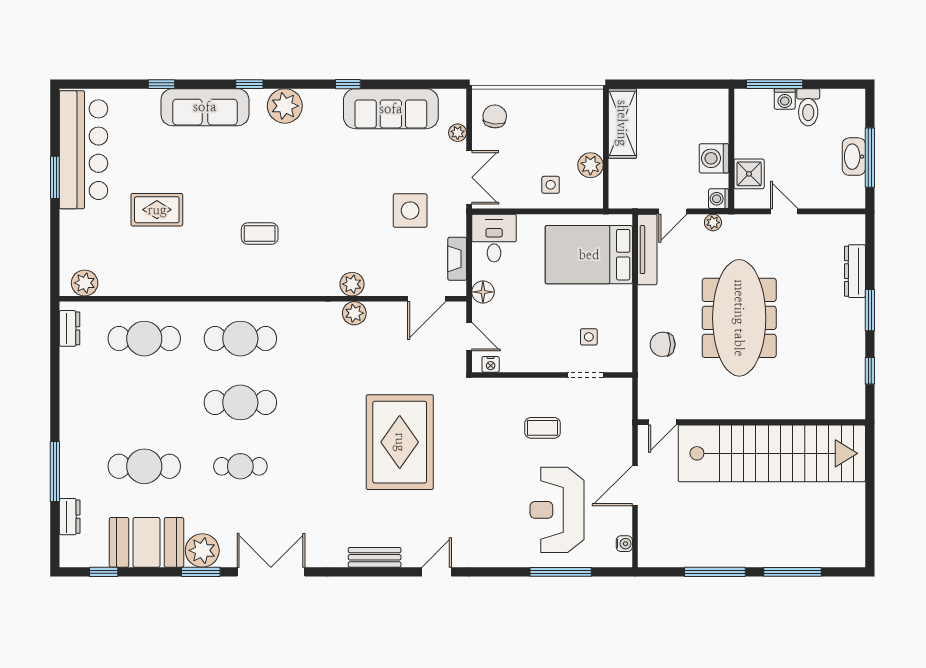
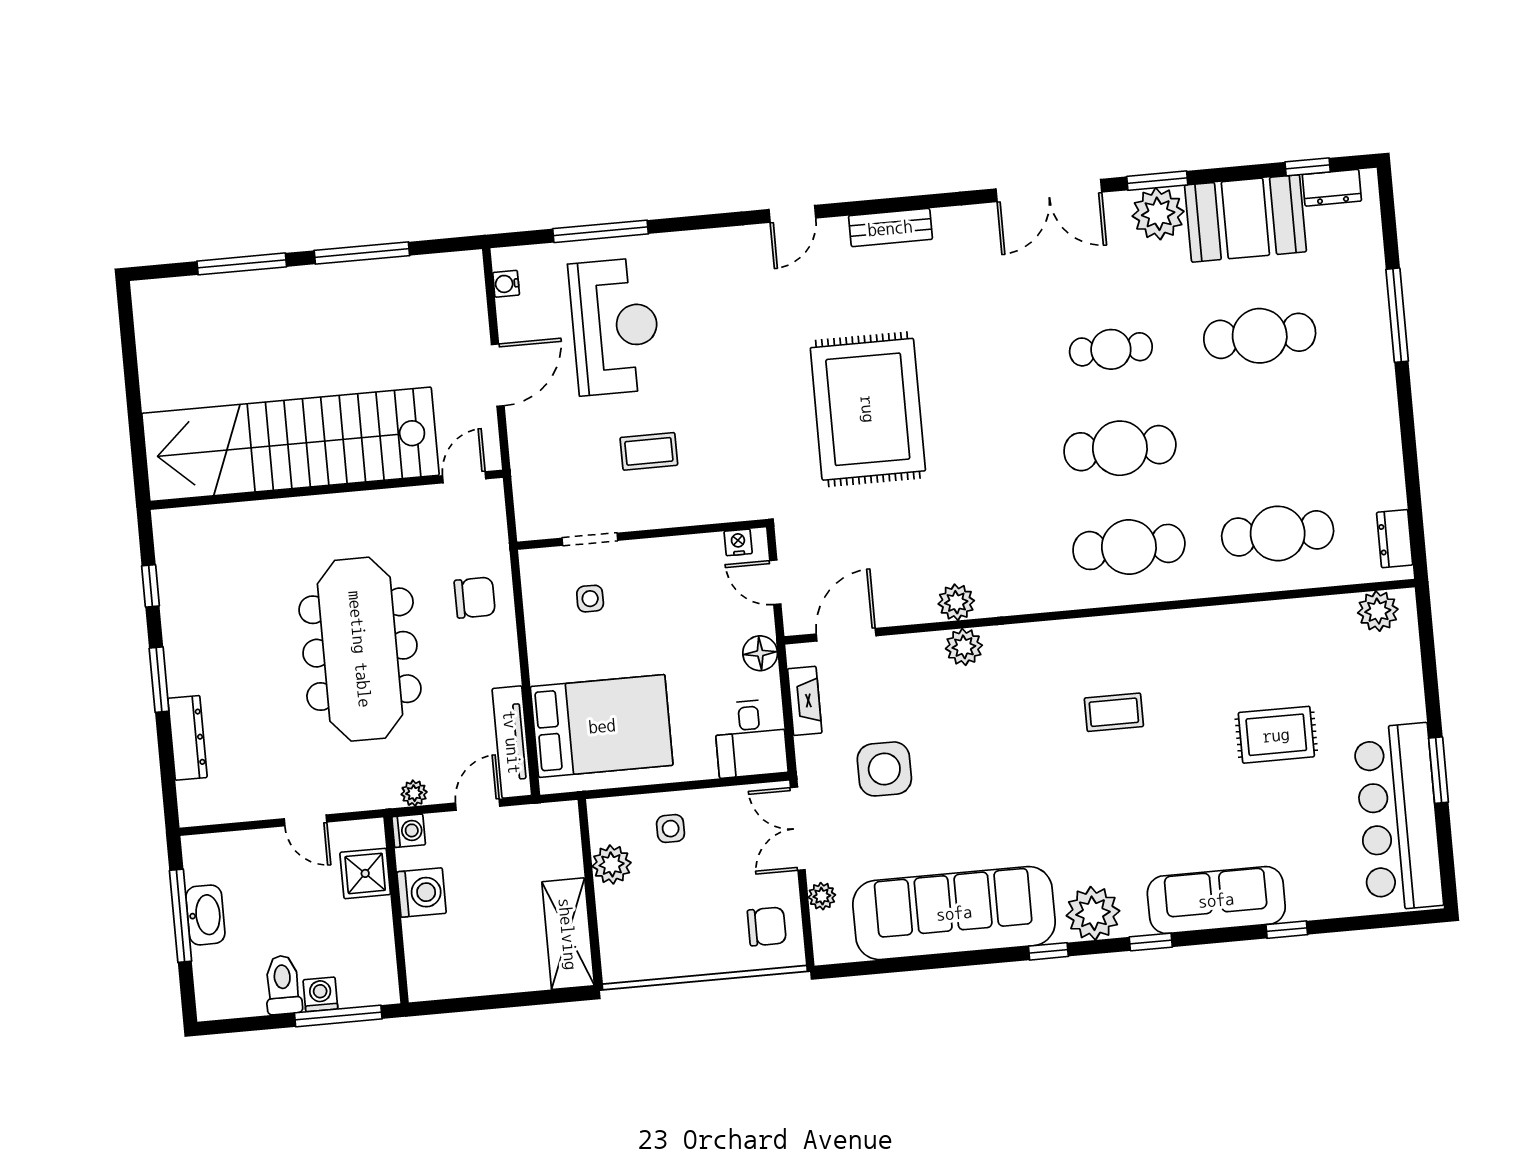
window: (348, 84) -> (1048, 951), moved
sofa: (391, 109) -> (954, 913), width x1.36, depth x1.27
chair: (495, 116) -> (767, 927), turned -96
dresser: (70, 517) -> (1332, 188), moved, turned -90

